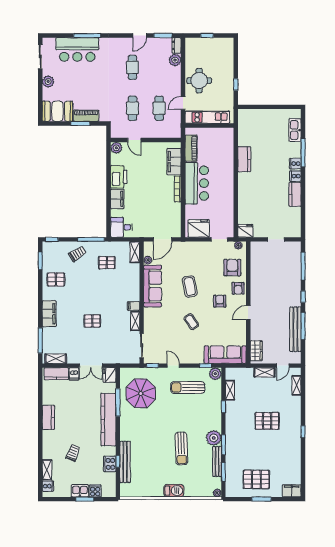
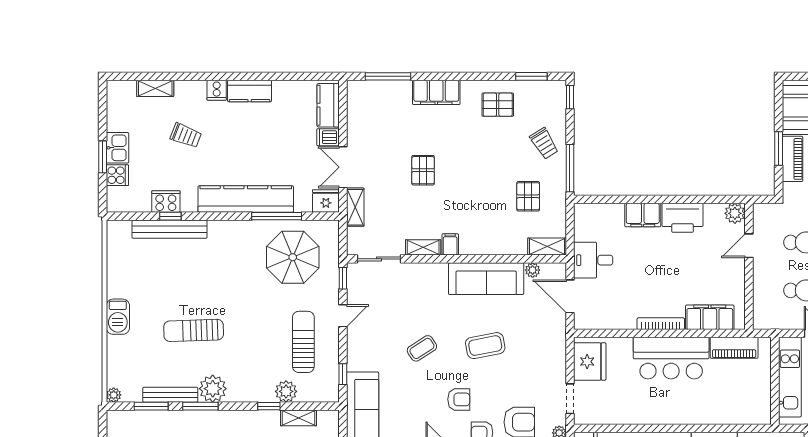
desk: (121, 227) -> (593, 260), moved, turned -90
pallet: (56, 280) -> (498, 105), turned 90
shelving: (56, 359) -> (355, 207), moved
plant: (215, 374) -> (286, 391), moved
cooker: (48, 486) -> (217, 90), moved

